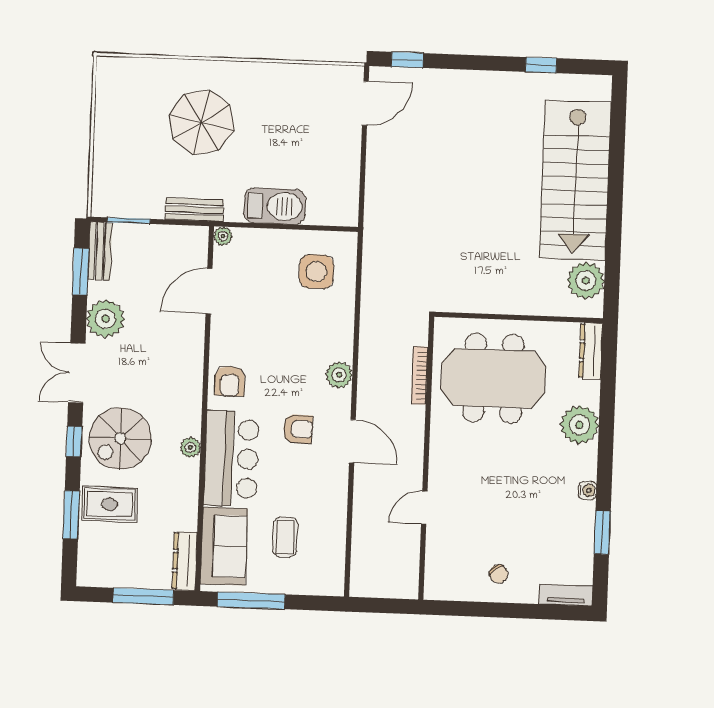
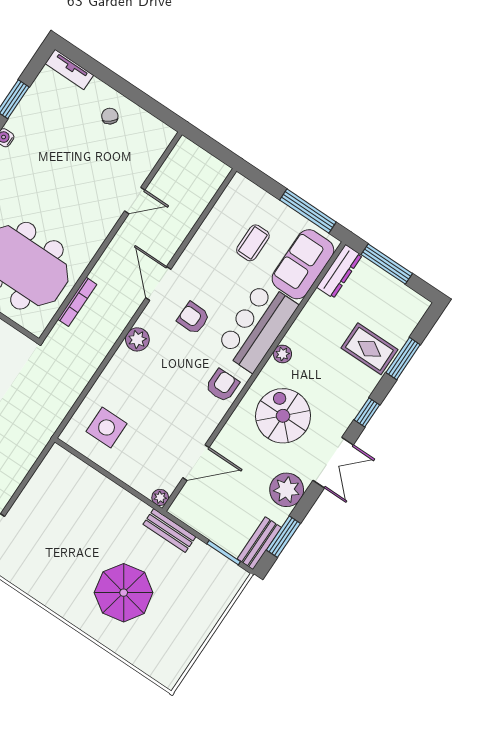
barbecue: (275, 206) -> (107, 496), removed
spiral stairs: (120, 438) -> (283, 416), moved, turned -90

